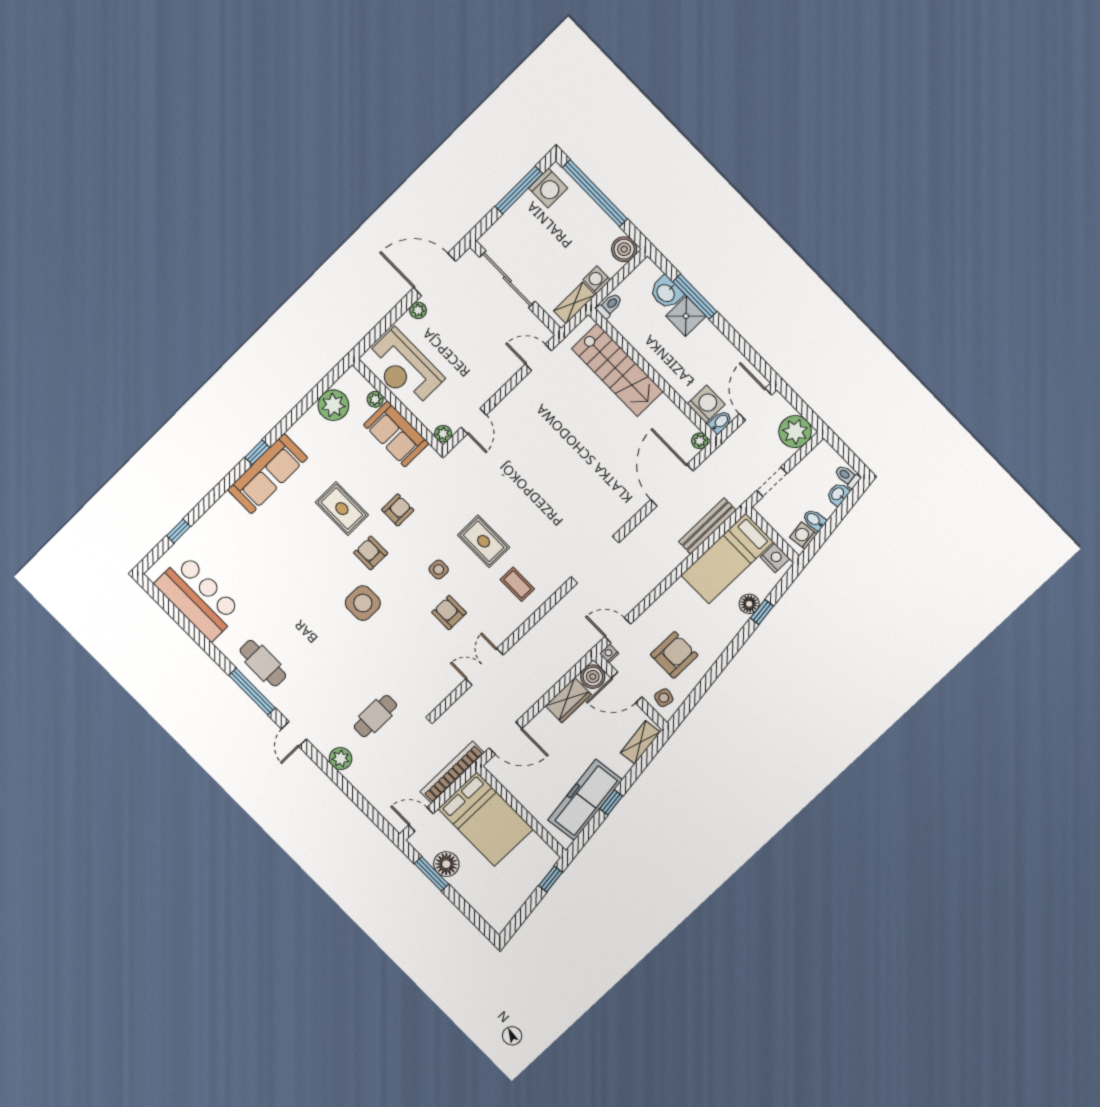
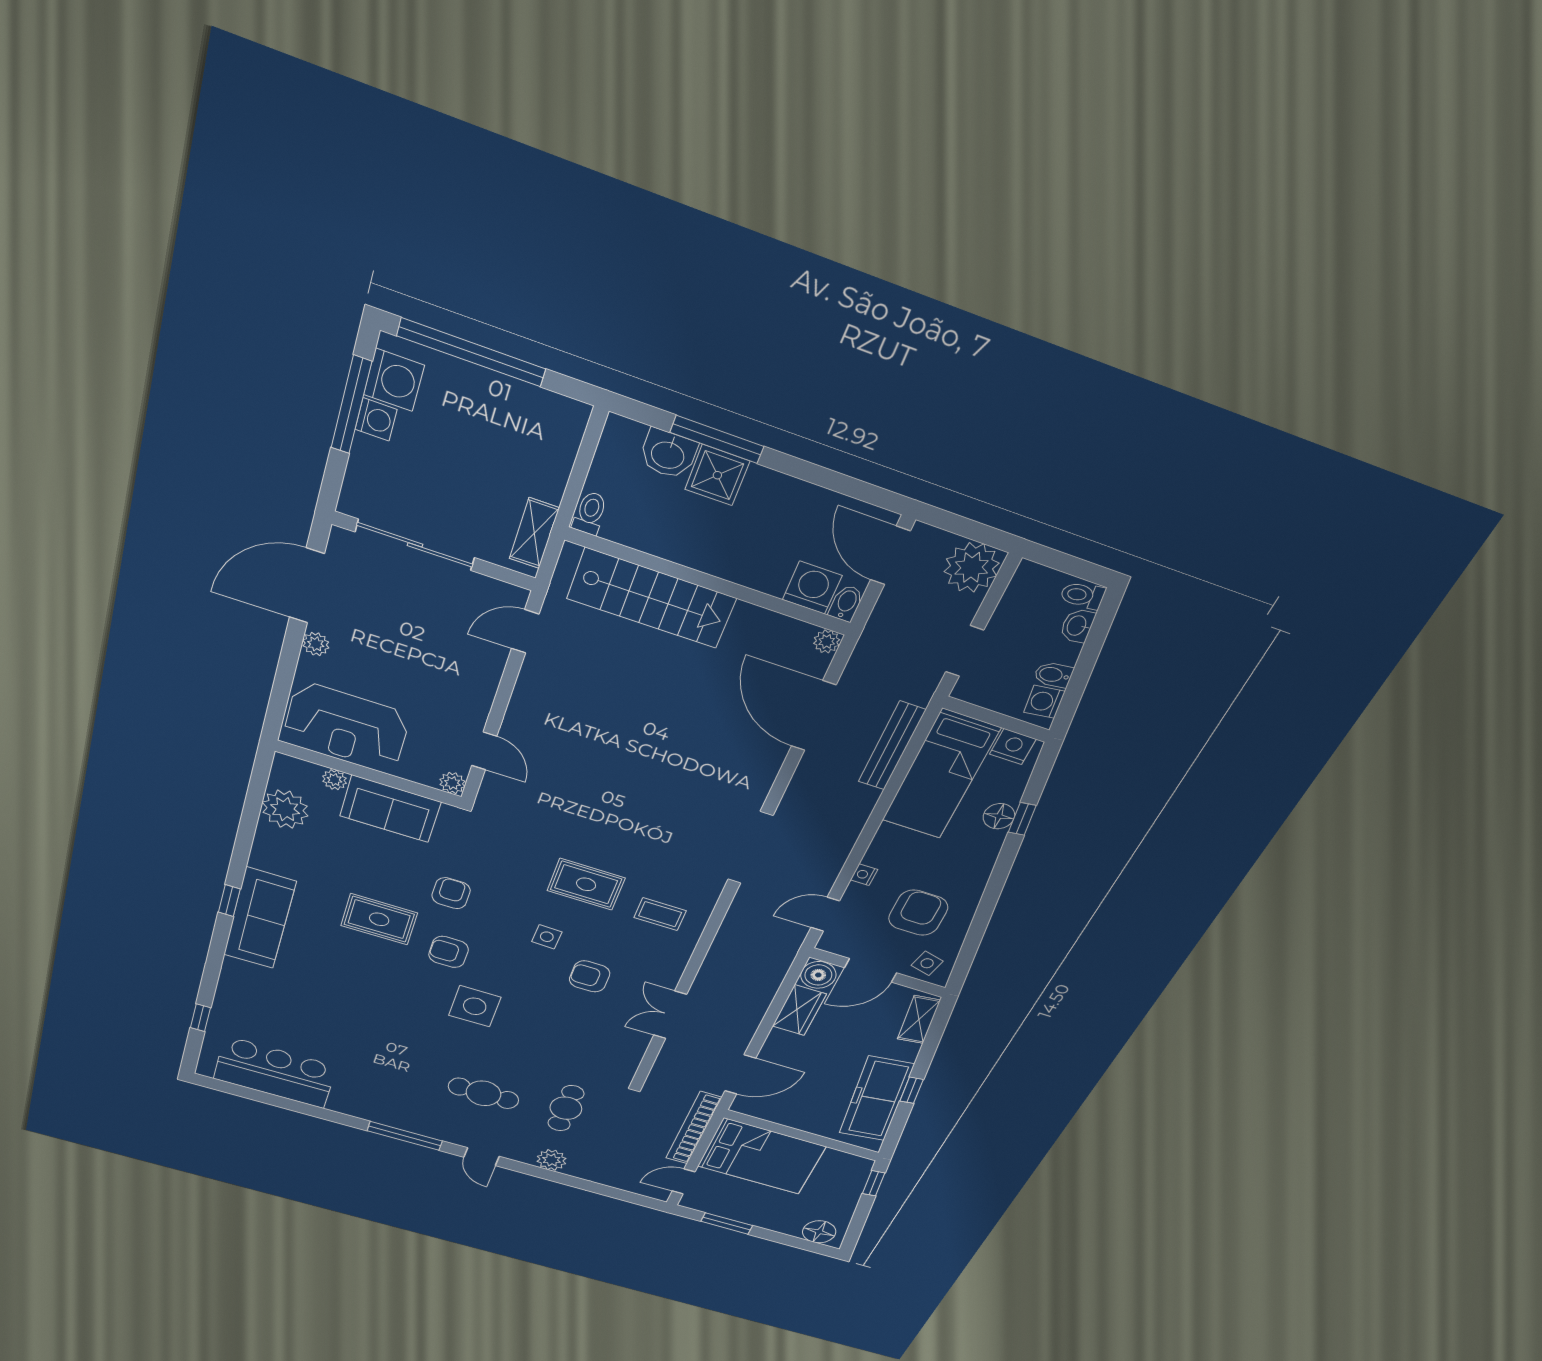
boiler: (624, 249) -> (566, 419), removed
washing machine: (597, 280) -> (376, 419), moved, turned 180
nightstand: (609, 654) -> (864, 875), moved
cafe table: (263, 663) -> (484, 1093), moved
floor lamp: (446, 864) -> (819, 1232), moved

